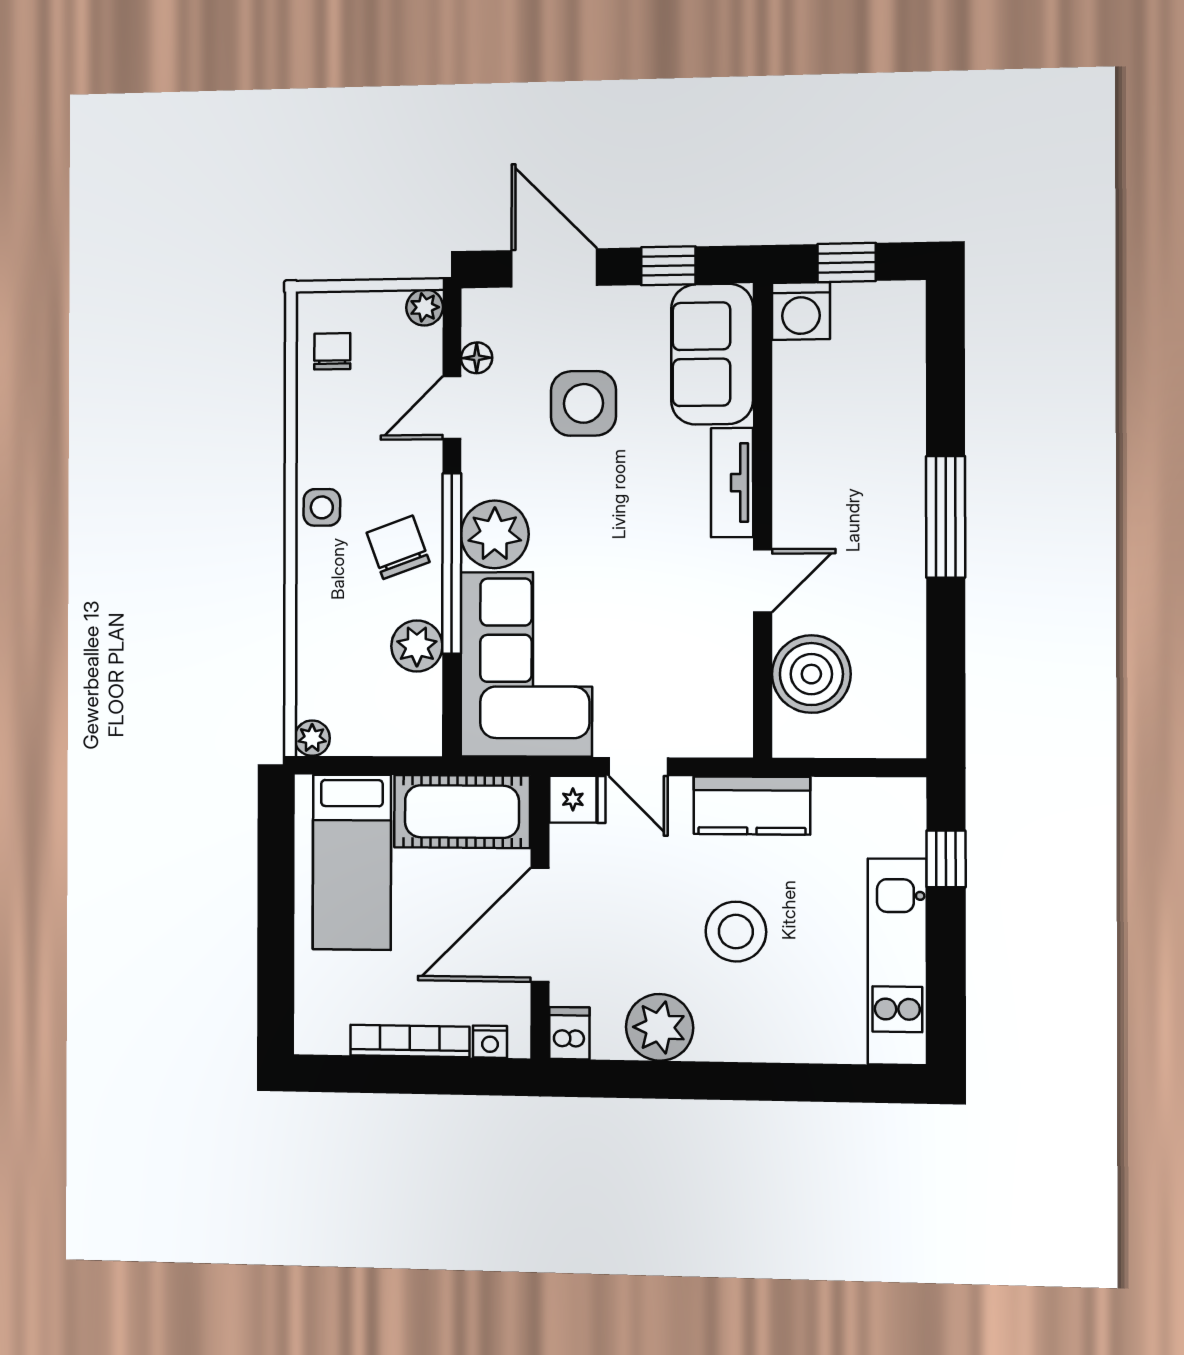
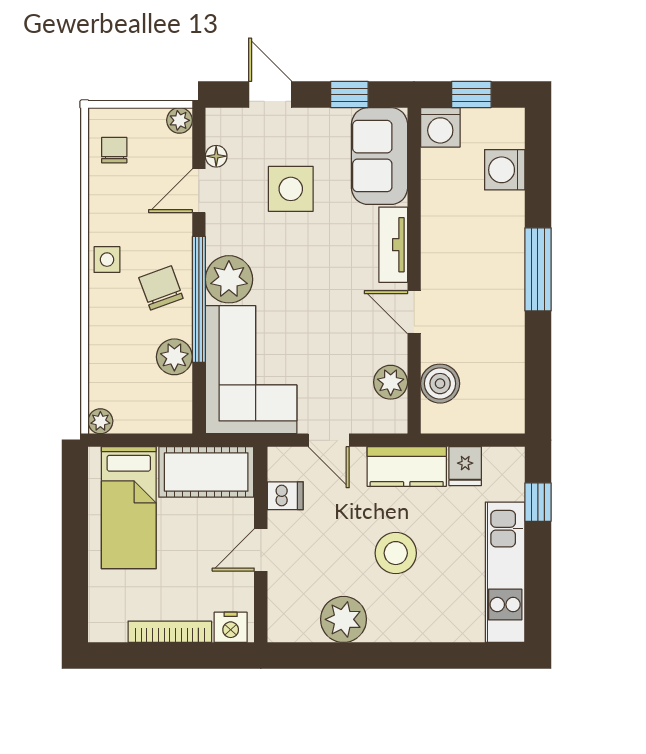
door: (554, 268) -> (270, 95), width x0.73
washing machine: (896, 372) -> (505, 170), added
door: (763, 581) -> (414, 312), swing flipped
boiler: (811, 674) -> (440, 384), width x0.73, depth x0.73
plant: (728, 683) -> (391, 382), added
fridge: (577, 799) -> (465, 466), moved, turned 90
door: (540, 925) -> (261, 550), width x0.53
dishwasher: (569, 1033) -> (285, 496), moved, turned 90
nightstand: (490, 1042) -> (231, 627), width x1.39, depth x1.35

